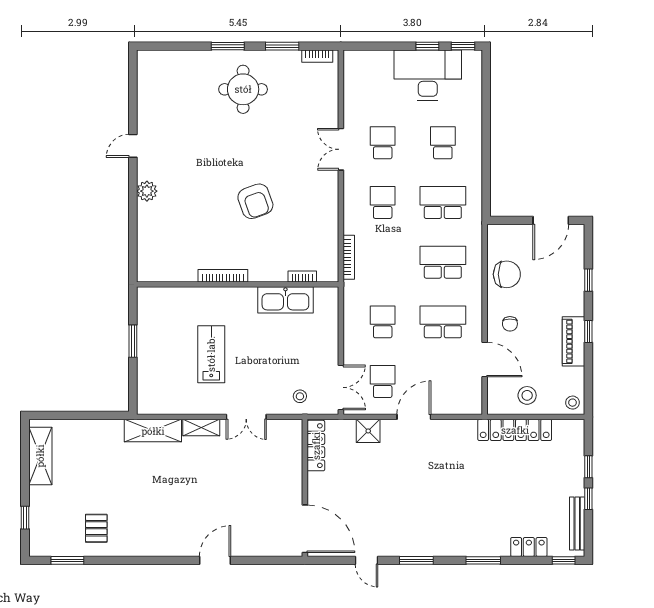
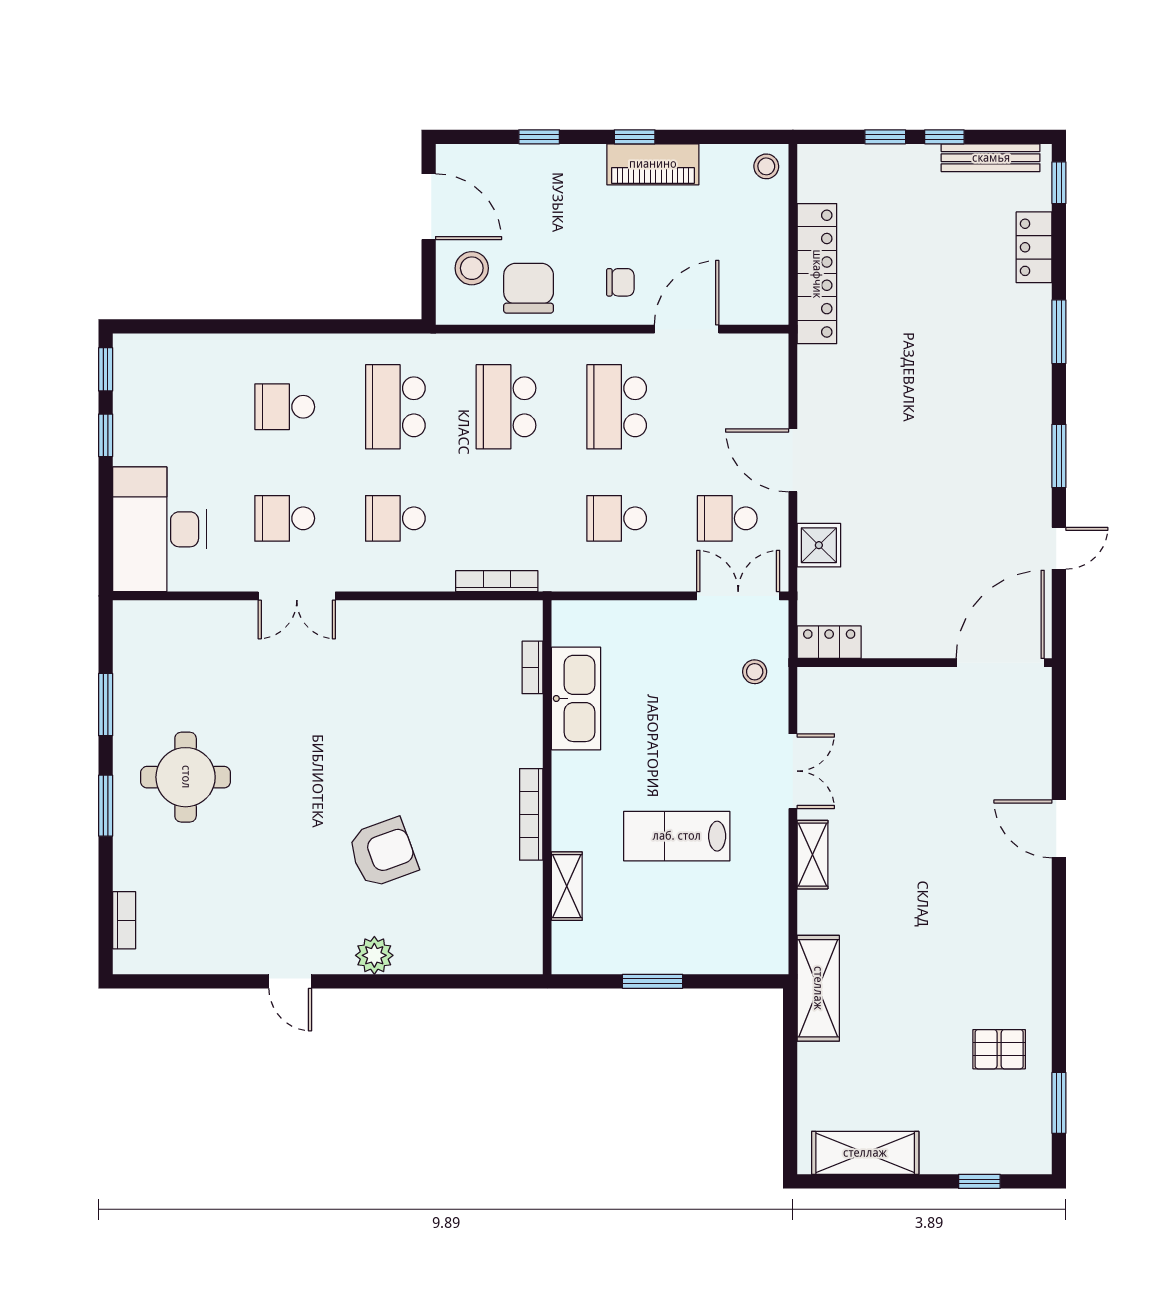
bookcase: (317, 56) -> (124, 920), moved
desk: (428, 75) -> (159, 529), moved
armchair: (255, 201) -> (383, 853), moved
shelving: (184, 295) -> (567, 886), added
stool: (527, 395) -> (472, 268), moved
shelving: (153, 431) -> (818, 988), moved
locker: (316, 446) -> (829, 642), width x0.66

